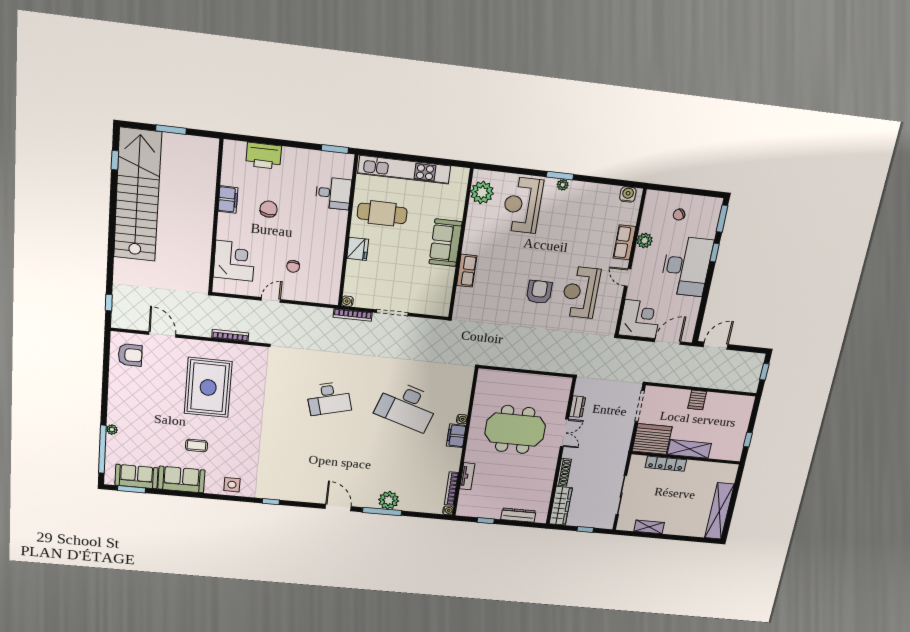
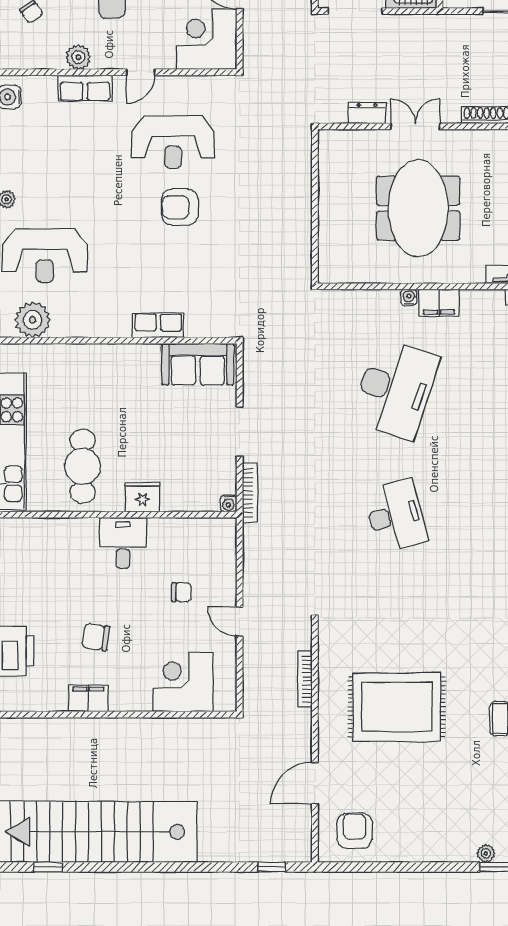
desk: (333, 193) -> (123, 543), moved
sofa: (446, 243) -> (198, 364), moved

